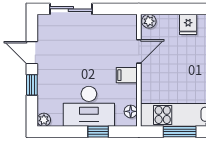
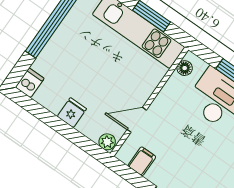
filing cabinet: (127, 75) -> (142, 161), moved, turned -90

